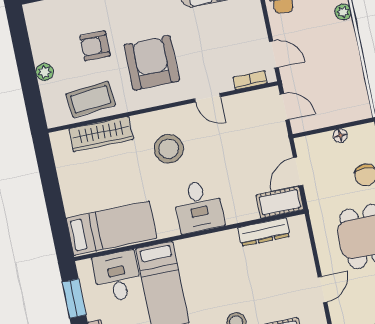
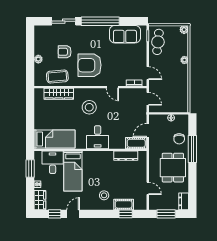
armchair: (152, 63) -> (90, 65), turned -90
door: (322, 290) -> (148, 188), hinge flipped

